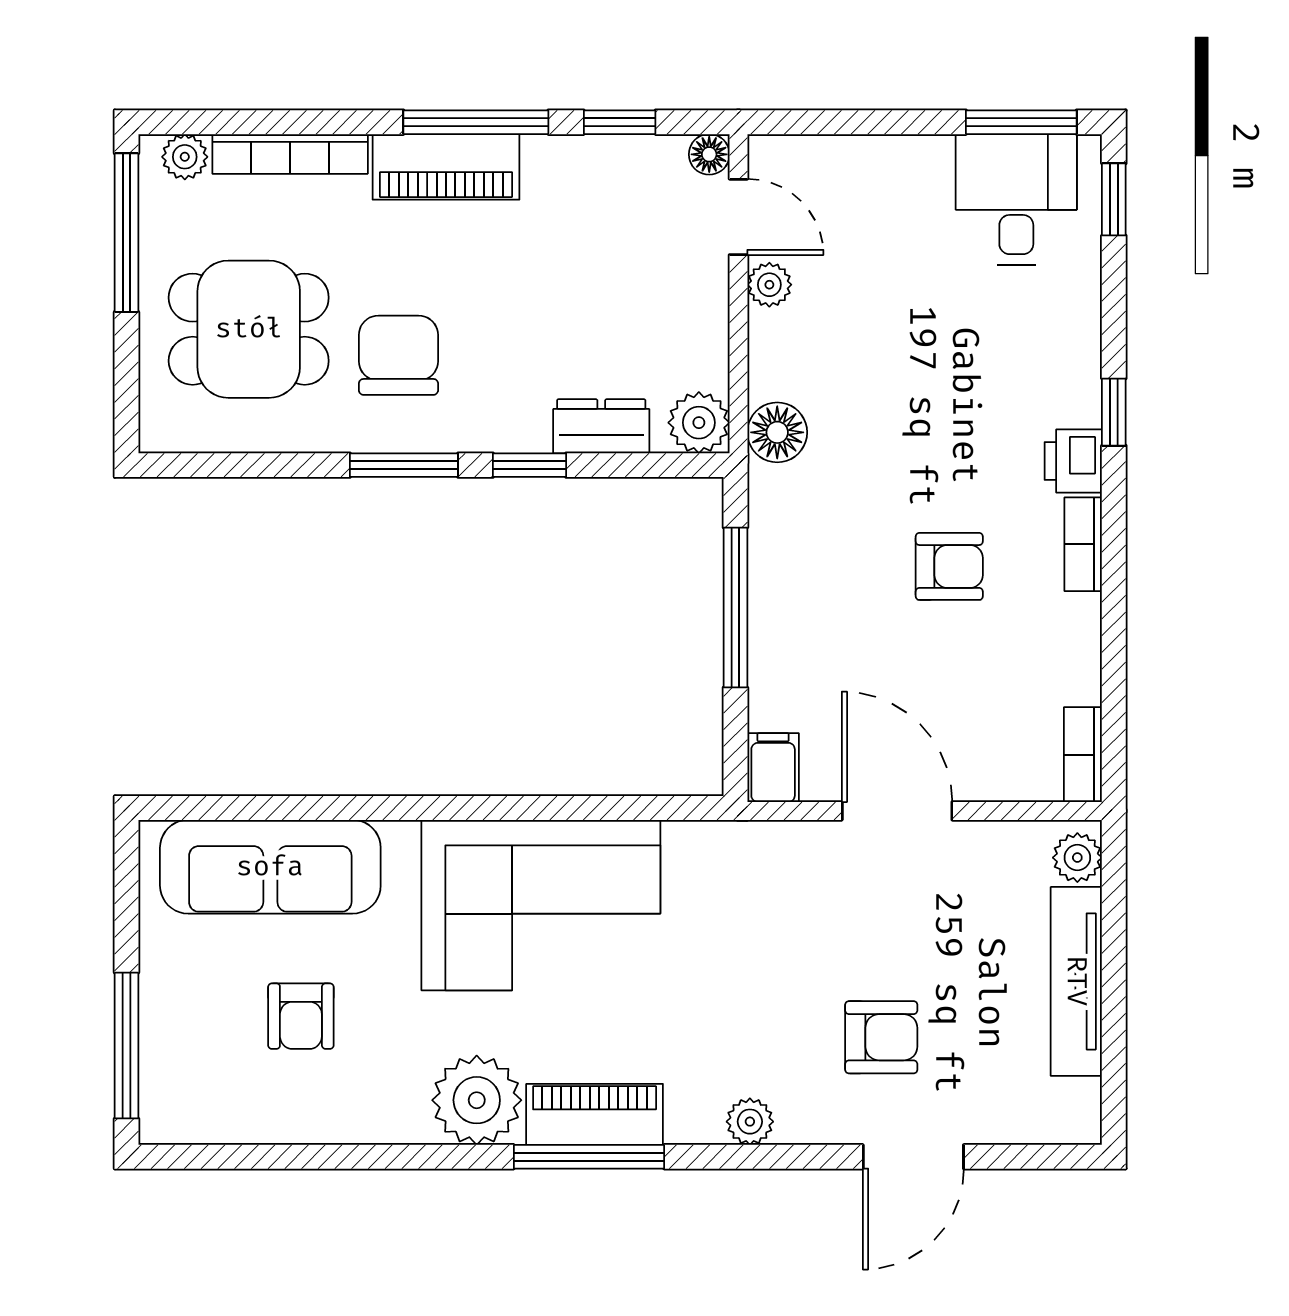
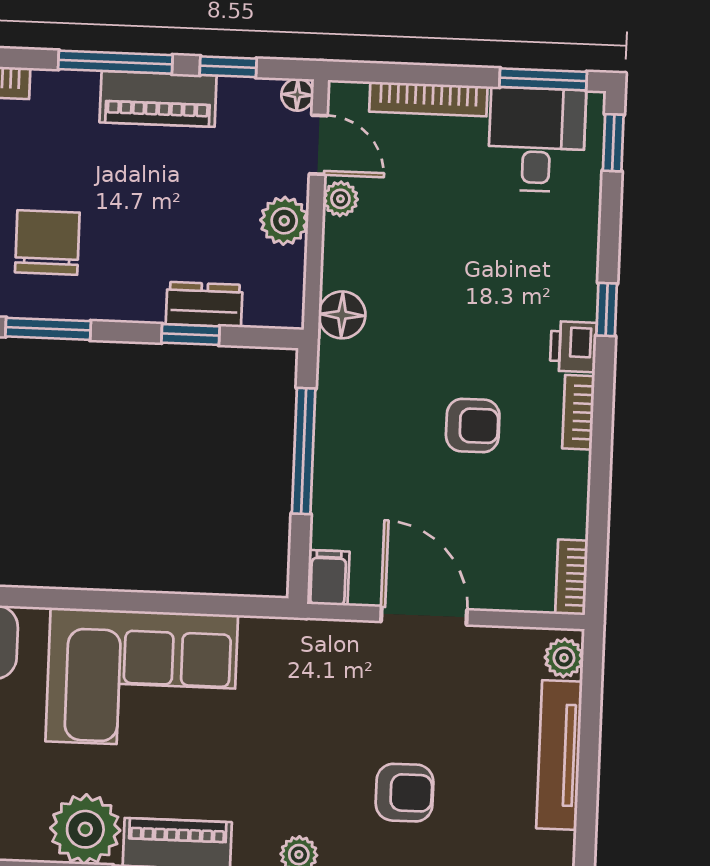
bookcase: (876, 153) -> (428, 99), added
piano: (446, 167) -> (158, 99), moved
plant: (699, 423) -> (284, 221), moved
window: (530, 465) -> (190, 335), moved

